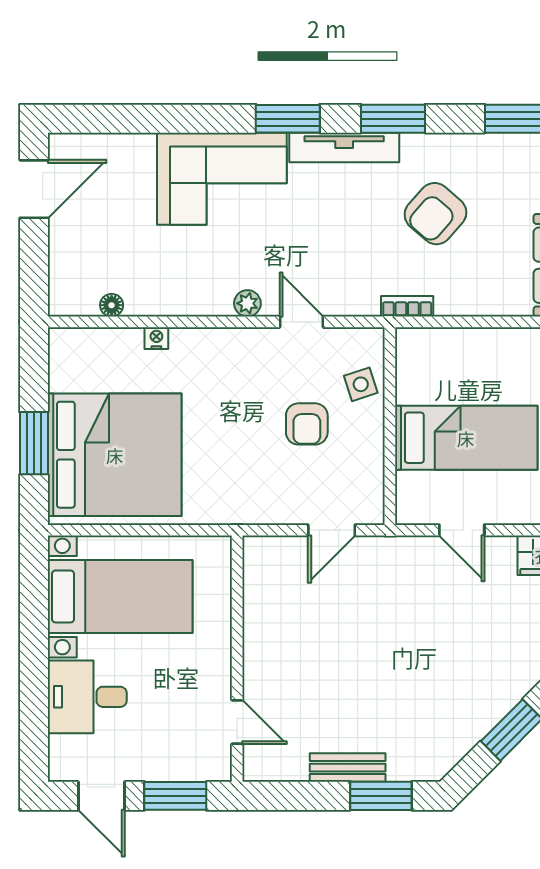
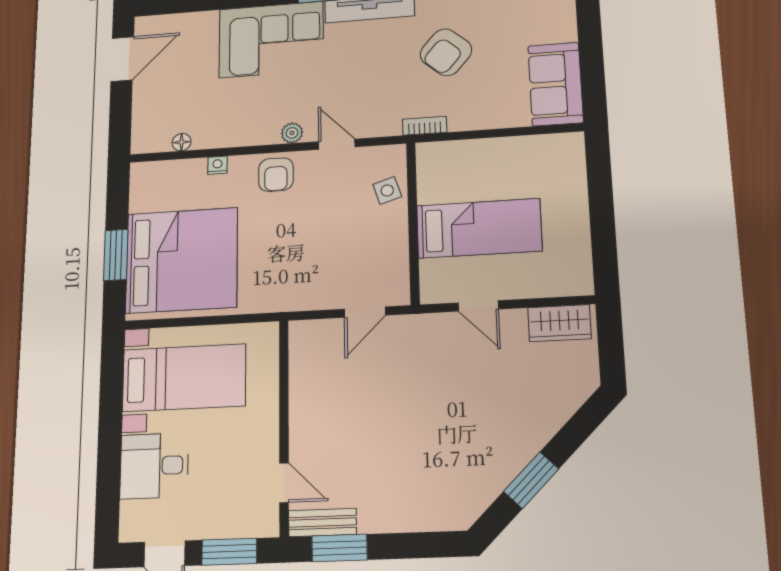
armchair: (307, 424) -> (276, 175), moved
bench: (348, 768) -> (322, 522), moved
window: (381, 796) -> (339, 548), moved

